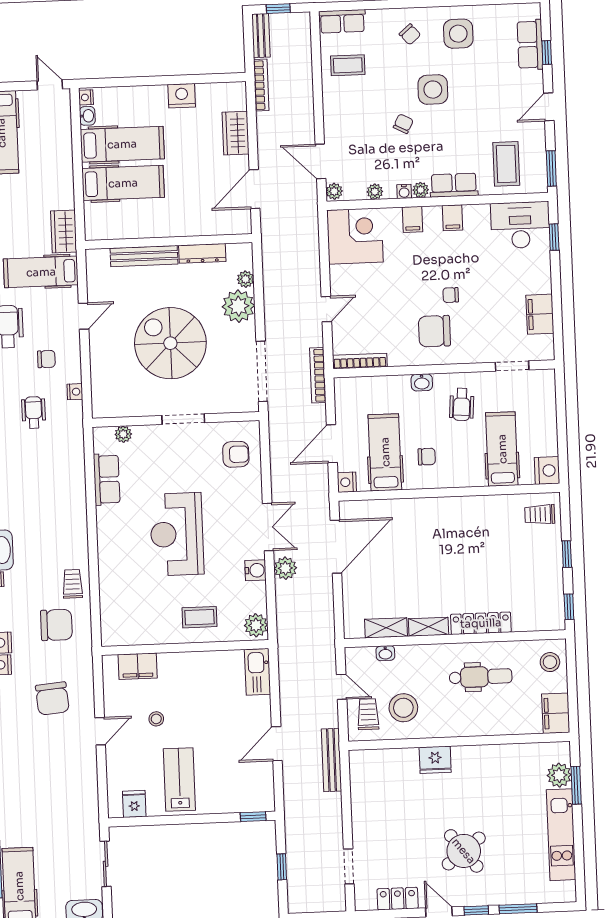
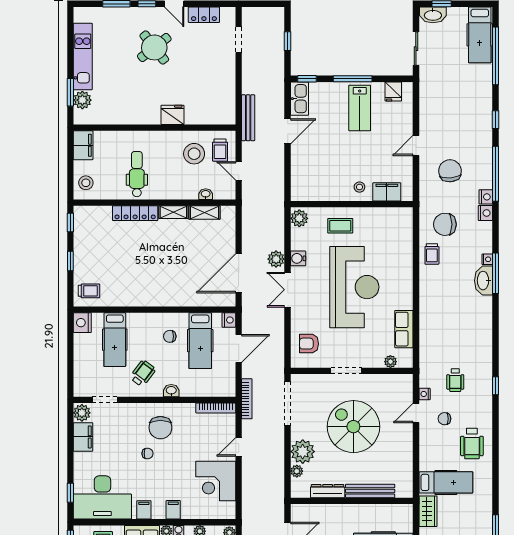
desk: (520, 225) -> (102, 497), width x1.36, depth x1.30
corner desk: (355, 236) -> (216, 481), moved
door: (84, 316) -> (416, 413), moved
chair: (434, 331) -> (160, 428), turned 90
spiral stairs: (170, 343) -> (353, 427), turned 180
plant: (543, 347) -> (82, 413), added
wheelchair: (462, 404) -> (143, 373), turned 33
reception desk: (177, 534) -> (354, 287), width x1.36, depth x1.30
kitchen sink: (258, 672) -> (299, 99), moved
dental chair: (481, 677) -> (137, 174), turned 90
stool: (156, 719) -> (359, 187), moved
window: (191, 819) -> (353, 79), added

